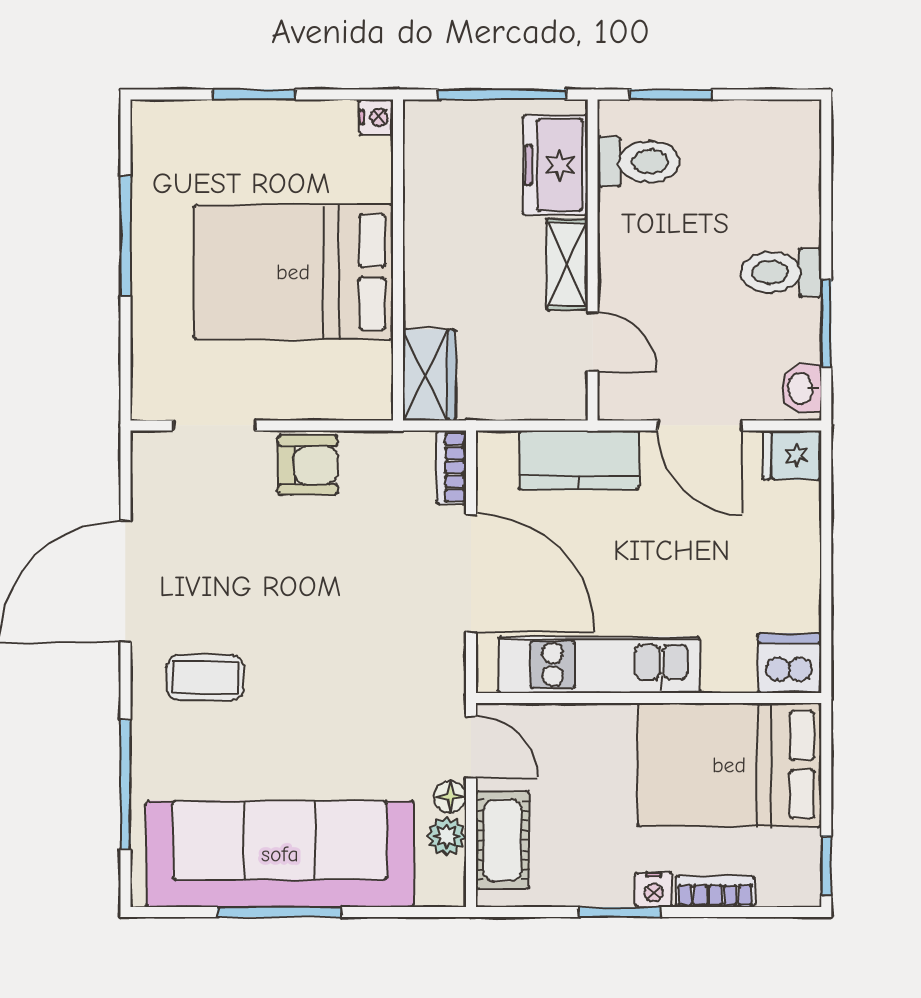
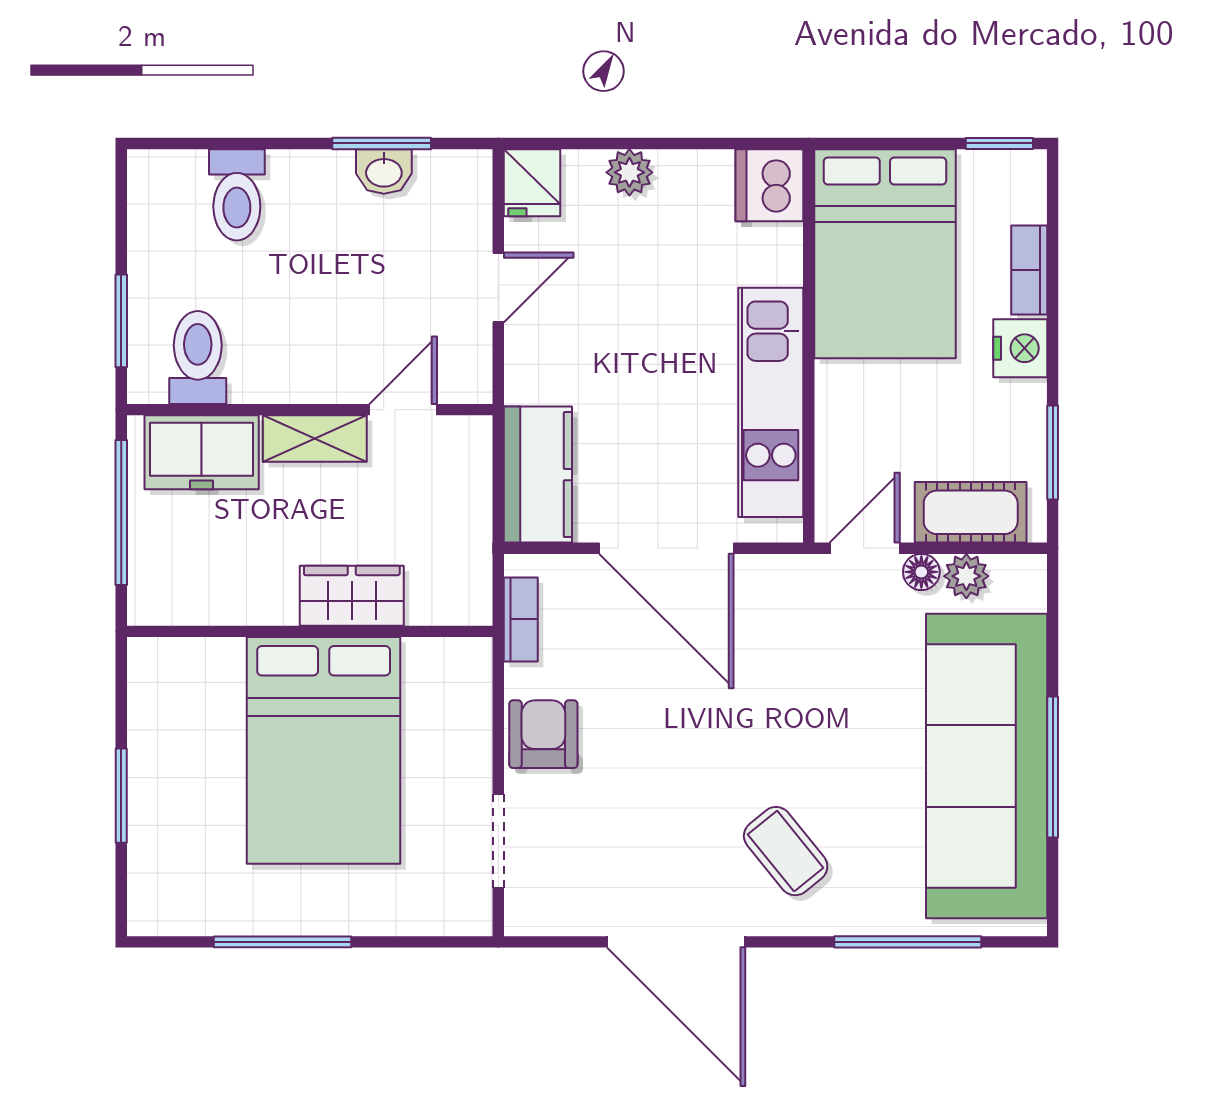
nightstand: (376, 117) -> (147, 656), removed
toilet: (781, 272) -> (237, 195), moved
wardrobe: (429, 375) -> (352, 596), moved
washbasin: (802, 388) -> (384, 171), moved
door: (700, 425) -> (498, 288), width x0.73
kitchen counter: (579, 460) -> (538, 475), moved
bookcase: (451, 467) -> (521, 619), moved, turned -90
plant: (801, 541) -> (629, 172), added
door: (471, 573) -> (666, 548), swing flipped
coffee table: (205, 678) -> (786, 851), turned -39
nightstand: (654, 890) -> (1020, 348), width x1.39, depth x1.35
window: (620, 912) -> (1053, 452), moved

